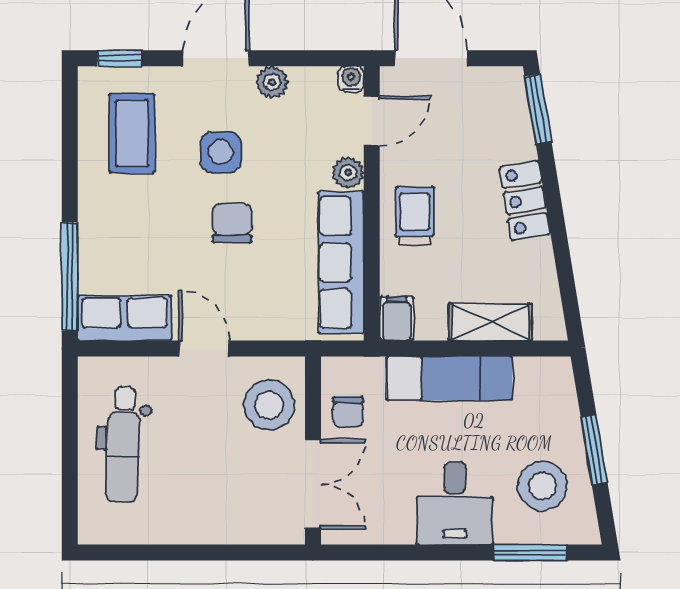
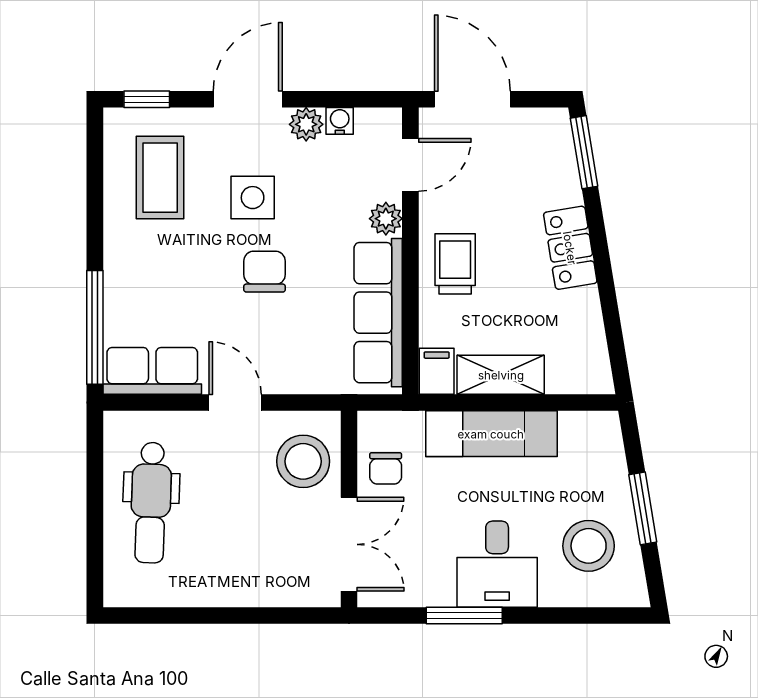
water cooler: (351, 79) -> (340, 121), moved
shelving: (490, 322) -> (501, 375), moved
window: (530, 553) -> (464, 616), moved

